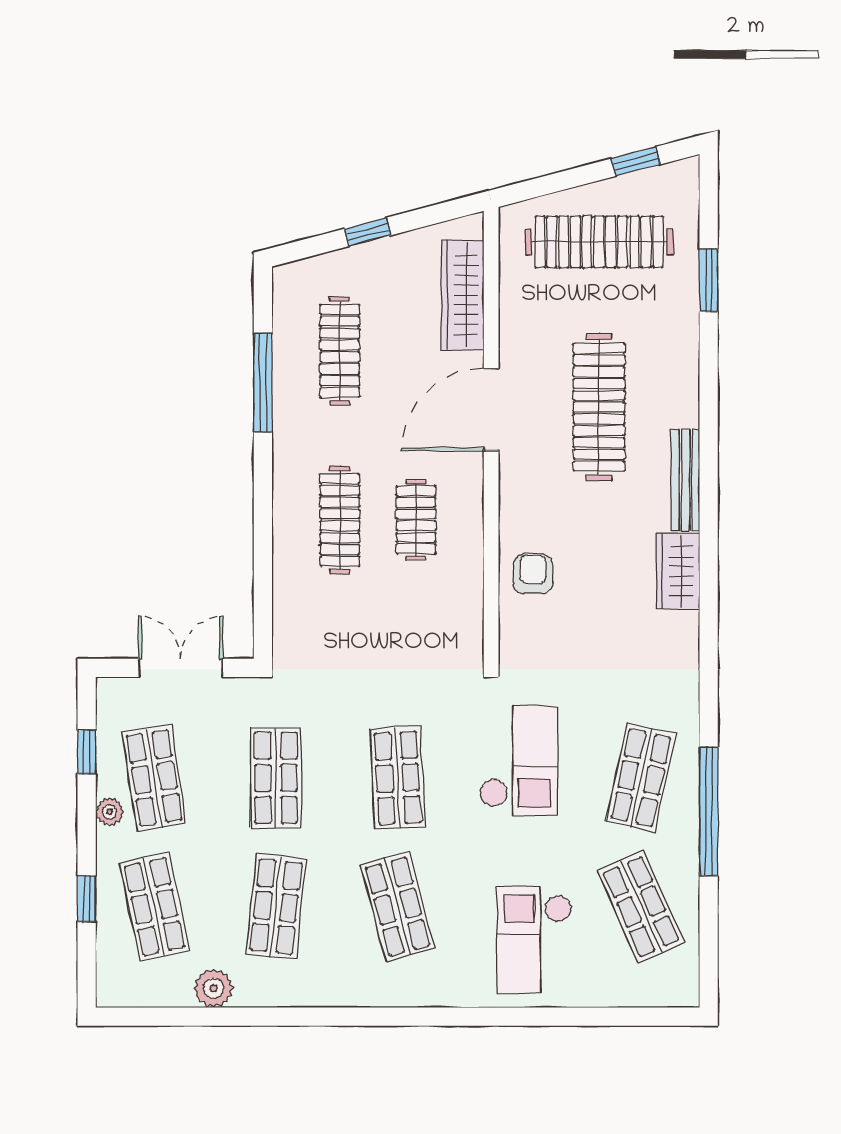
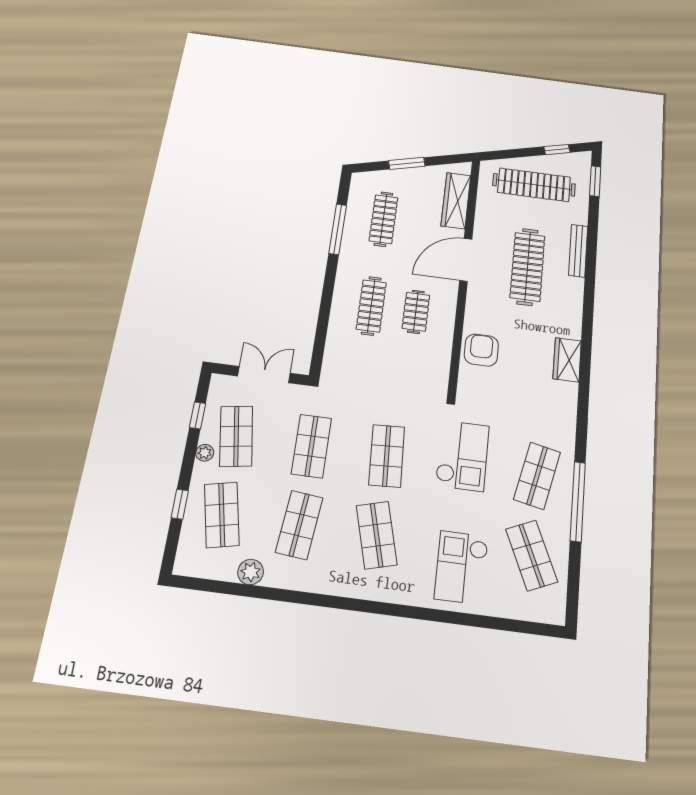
window: (367, 232) -> (407, 163), width x1.50
window: (709, 280) -> (595, 181), moved
bench: (686, 480) -> (578, 251), moved
armchair: (533, 574) -> (481, 350), width x1.38, depth x1.38

